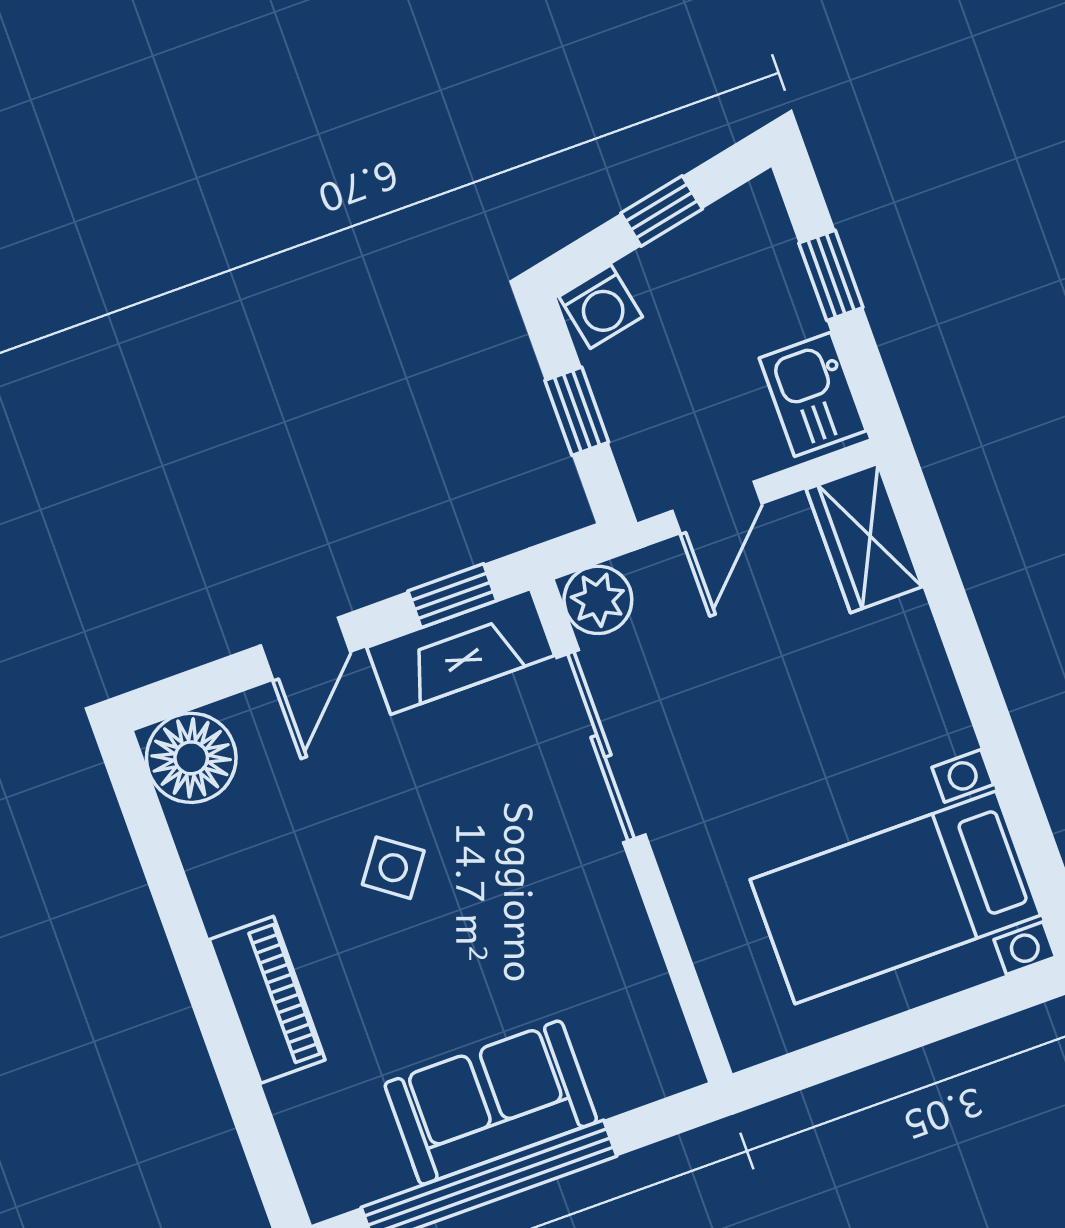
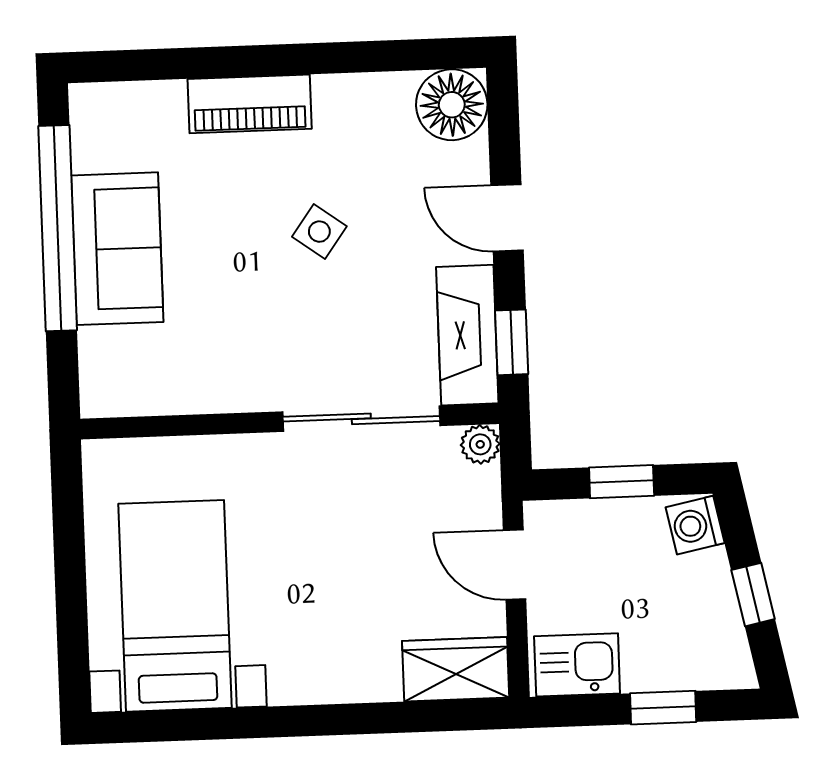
plant: (598, 600) -> (480, 444), width x0.73, depth x0.73

